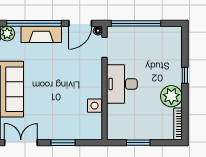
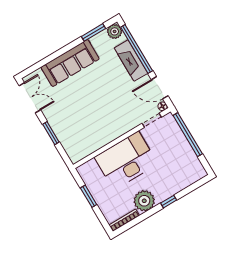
desk: (122, 84) -> (126, 161), width x1.36, depth x1.30
side table: (94, 106) -> (98, 141), removed

